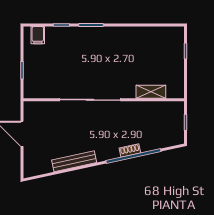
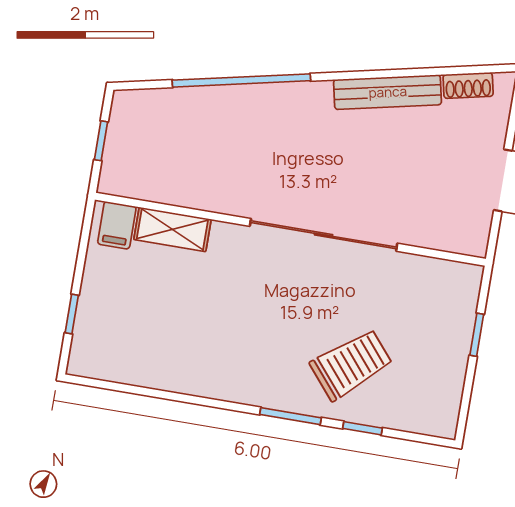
filing cabinet: (38, 35) -> (117, 225), moved, turned 180
trolley: (70, 50) -> (351, 364), added
shoe rack: (130, 150) -> (468, 85), moved

